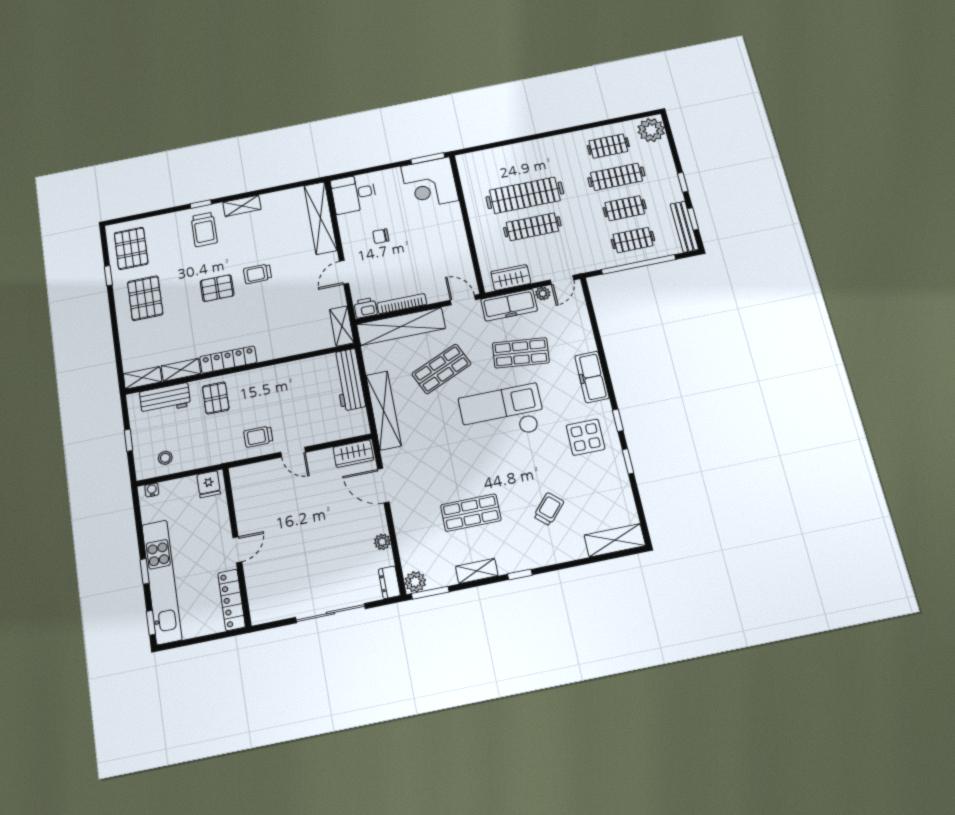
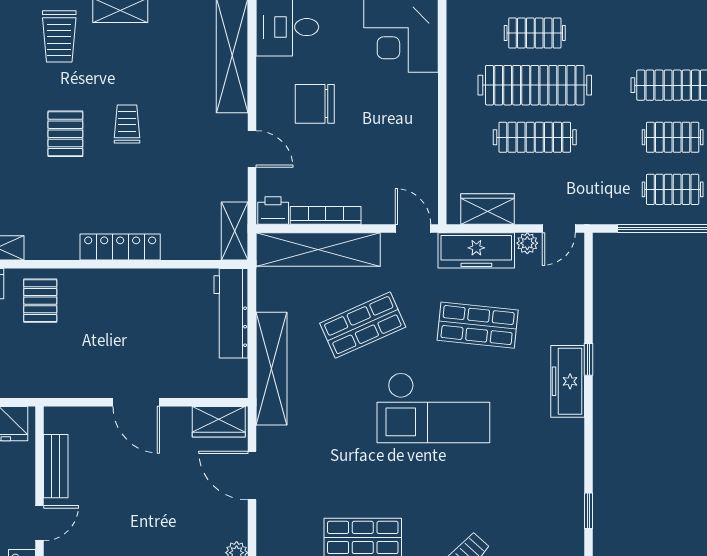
clothes rail: (608, 146) -> (535, 33), moved
chair: (381, 236) -> (315, 104), width x1.87, depth x1.87
door: (344, 272) -> (252, 149), swing flipped
trolley: (257, 274) -> (127, 124), turned 90
pallet: (217, 288) -> (65, 134), turned 90
locker: (228, 360) -> (120, 247), moved
checkout: (502, 414) -> (433, 408), turned 180
window: (618, 420) -> (589, 359), moved
trolley: (258, 437) -> (92, 370), removed
display table: (586, 437) -> (539, 465), removed
door: (293, 452) -> (136, 402), width x1.37
bench: (243, 507) -> (56, 466), added

